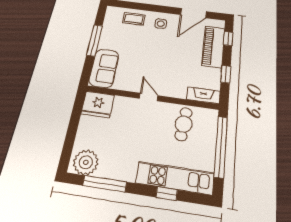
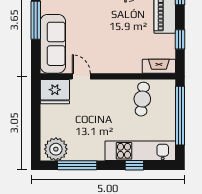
sofa: (104, 68) -> (53, 44), width x1.36
door: (149, 97) -> (81, 76), moved

